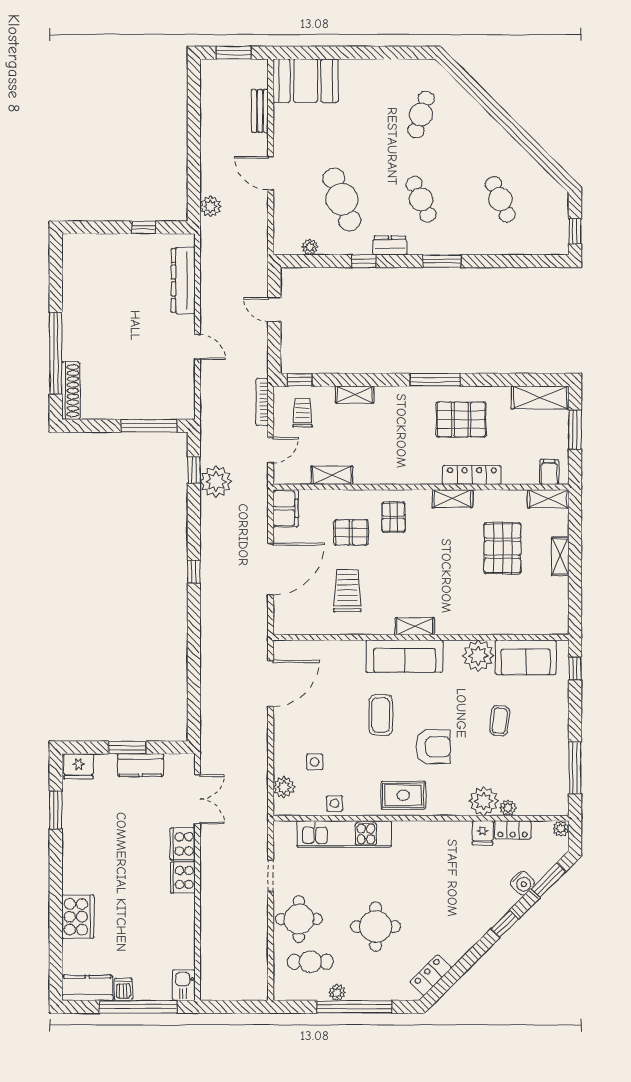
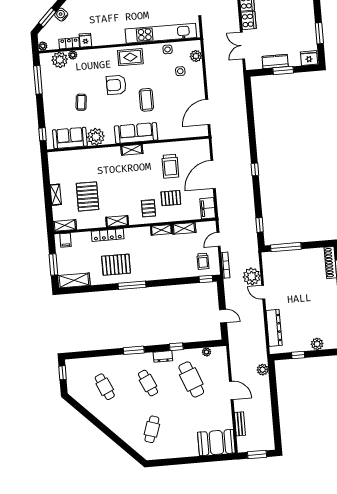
plant: (107, 245) -> (317, 344), added
shelving: (355, 394) -> (161, 230), moved
plant: (216, 481) -> (252, 276), moved
plant: (484, 801) -> (60, 60), moved
kitchen unit: (344, 834) -> (161, 33), width x1.36

